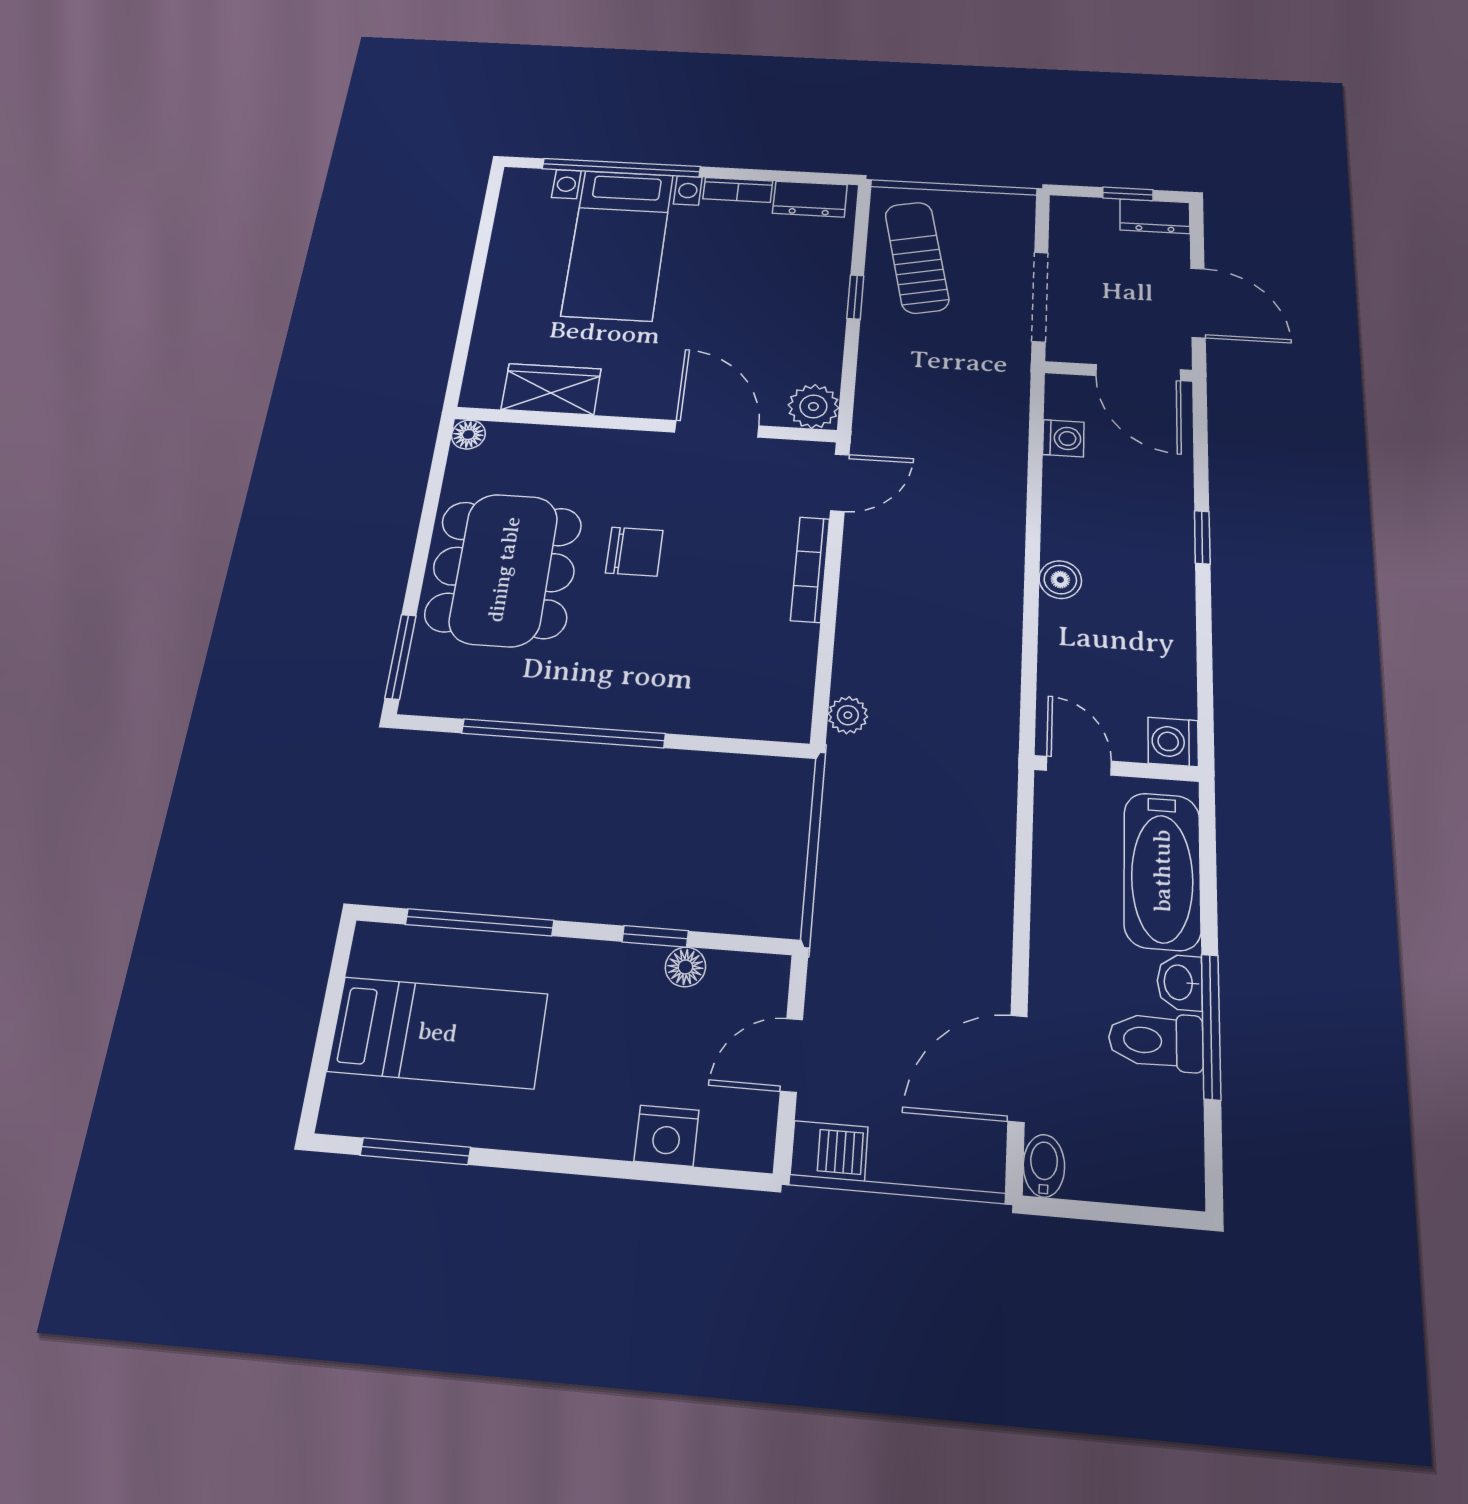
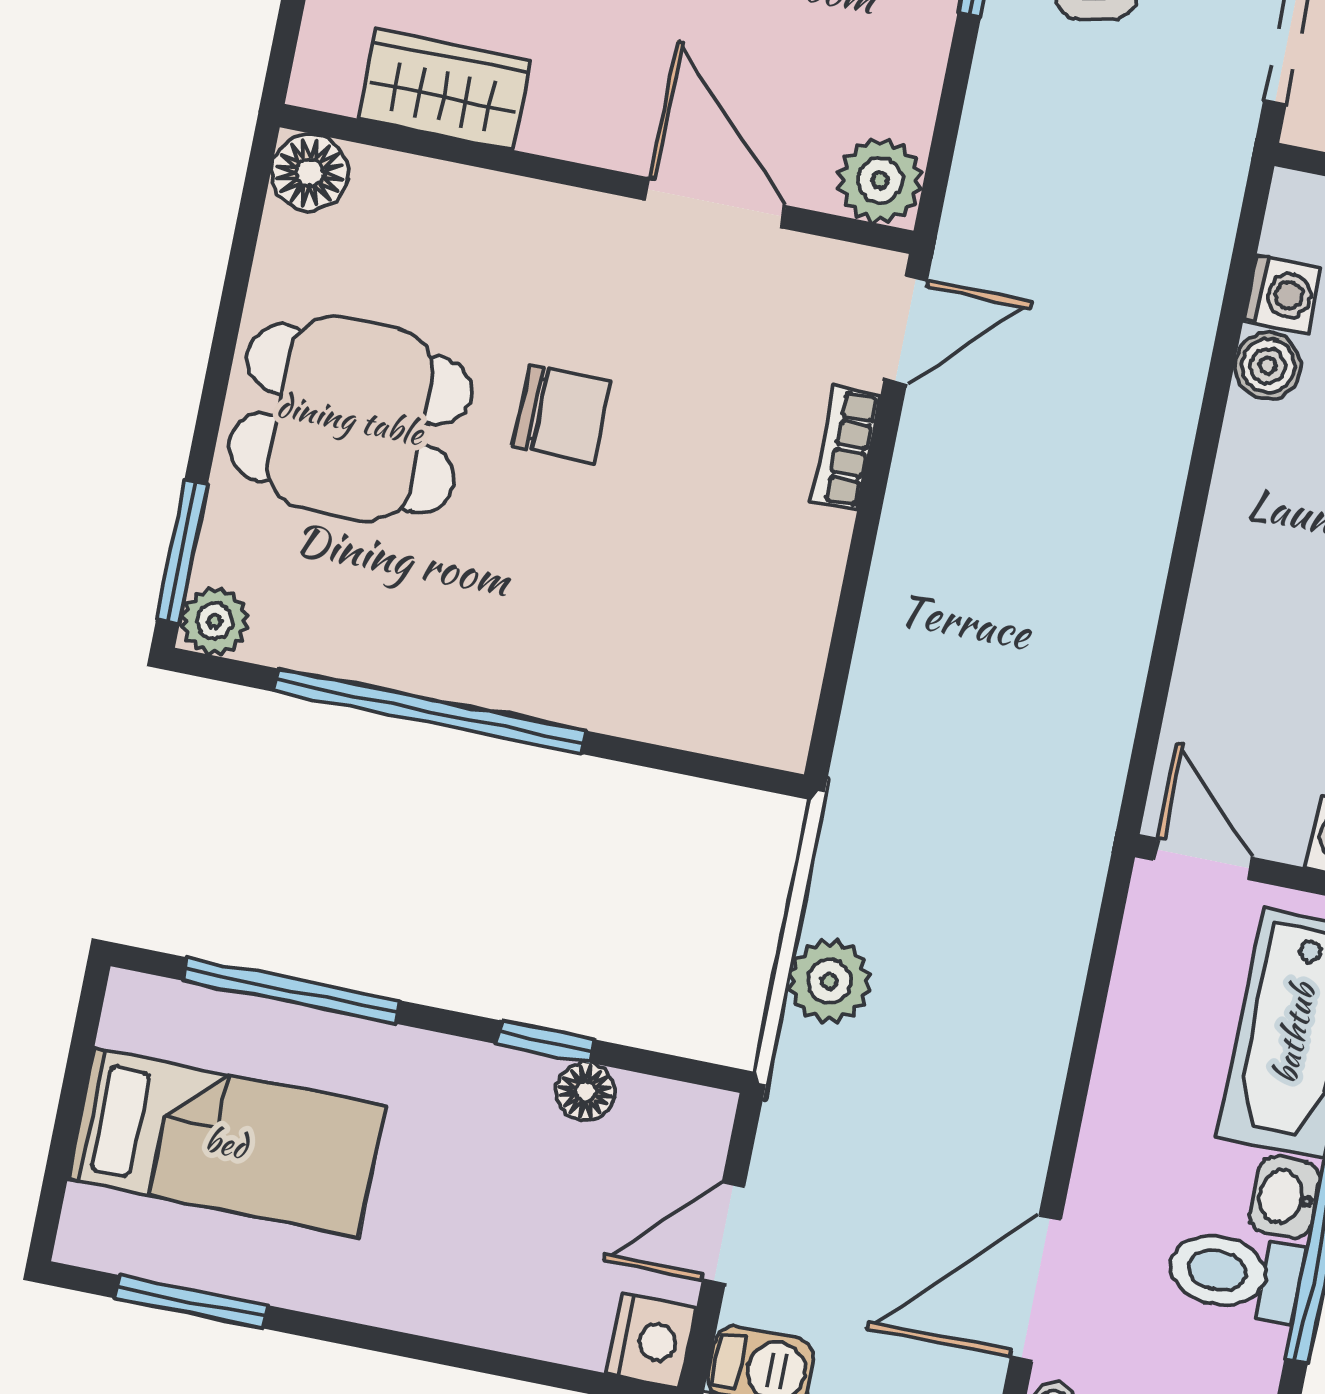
floor lamp: (468, 435) -> (310, 172), width x1.37, depth x1.37
dining table: (504, 569) -> (350, 419), width x0.73
bookcase: (810, 569) -> (846, 448), width x0.64
boiler: (1060, 580) -> (1268, 366), moved
plant: (422, 695) -> (215, 621), added
plant: (848, 715) -> (829, 981), moved, width x1.38, depth x1.38
nightstand: (667, 1136) -> (651, 1341), moved, turned -90

